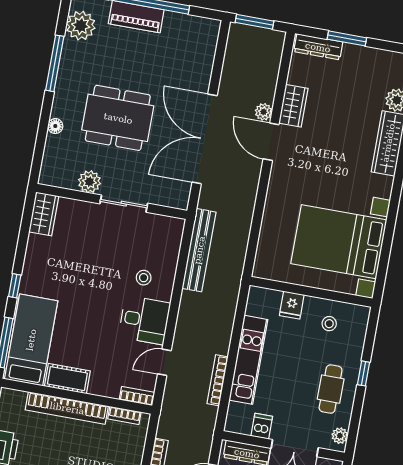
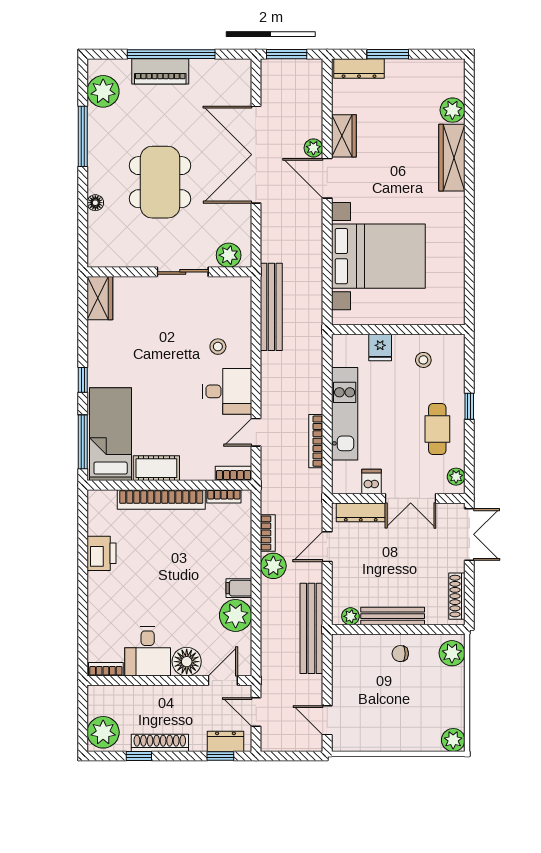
dining table: (118, 118) -> (160, 182), turned 90
double door: (205, 139) -> (256, 155), moved
plant: (89, 182) -> (229, 255), moved
bed with nightstands: (339, 242) -> (378, 256), moved, turned 180

